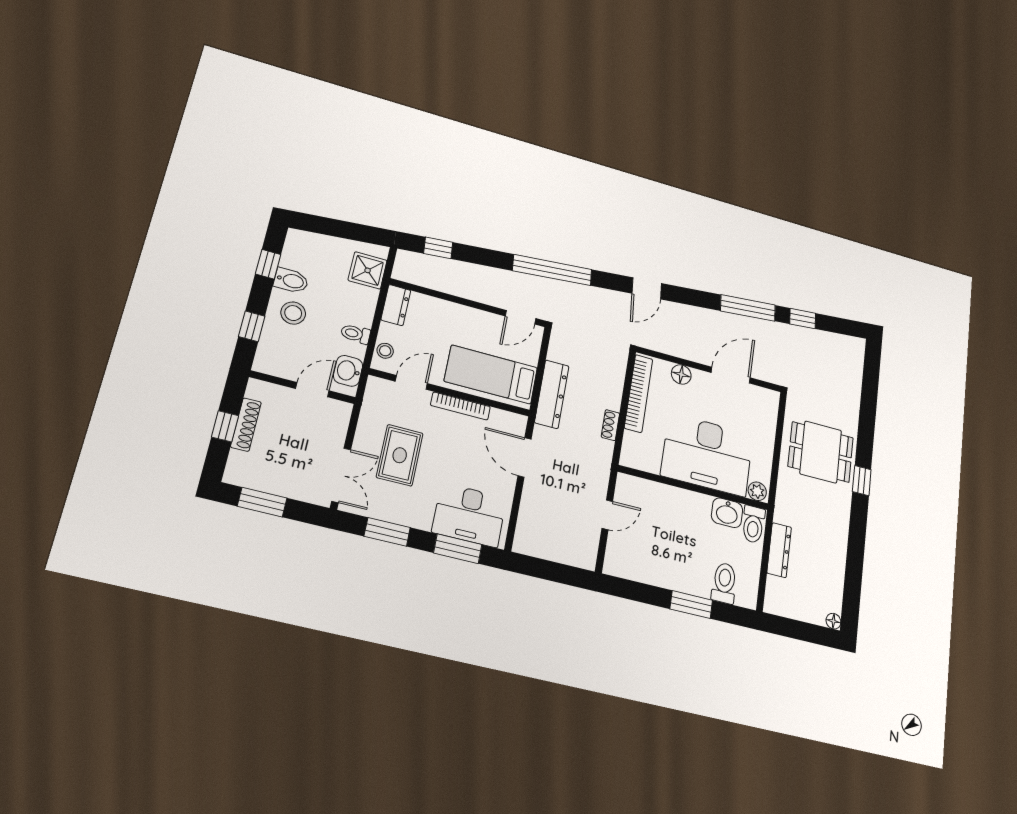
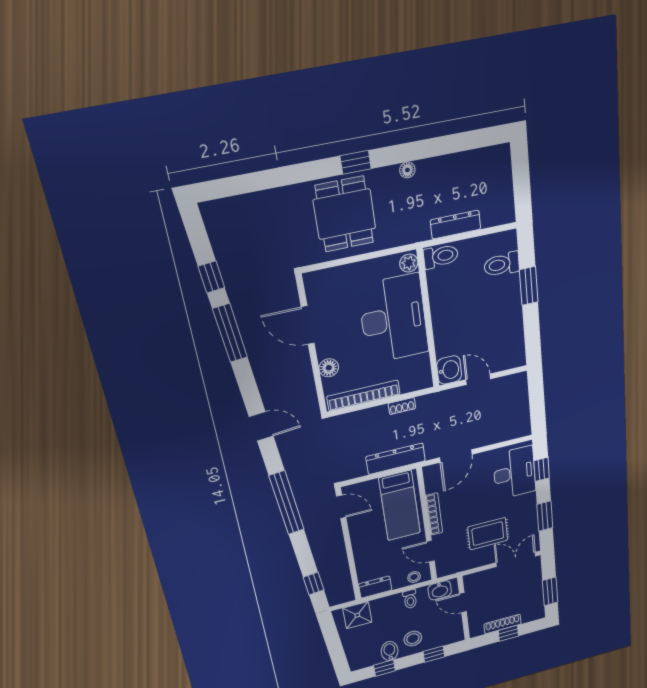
washbasin: (727, 513) -> (449, 370), moved
window: (458, 549) -> (542, 469), width x0.67
floor lamp: (833, 621) -> (407, 170), moved

